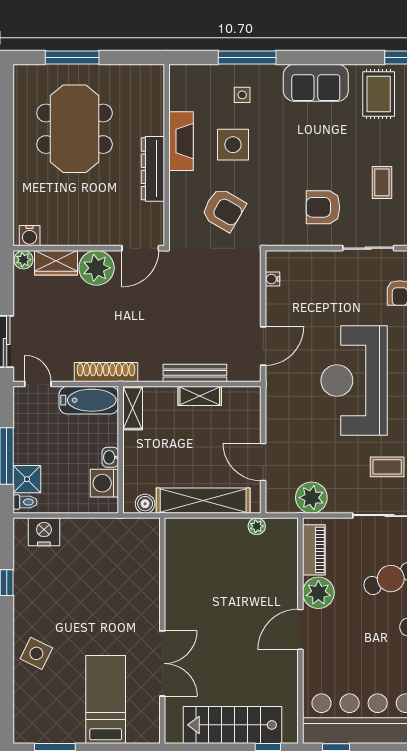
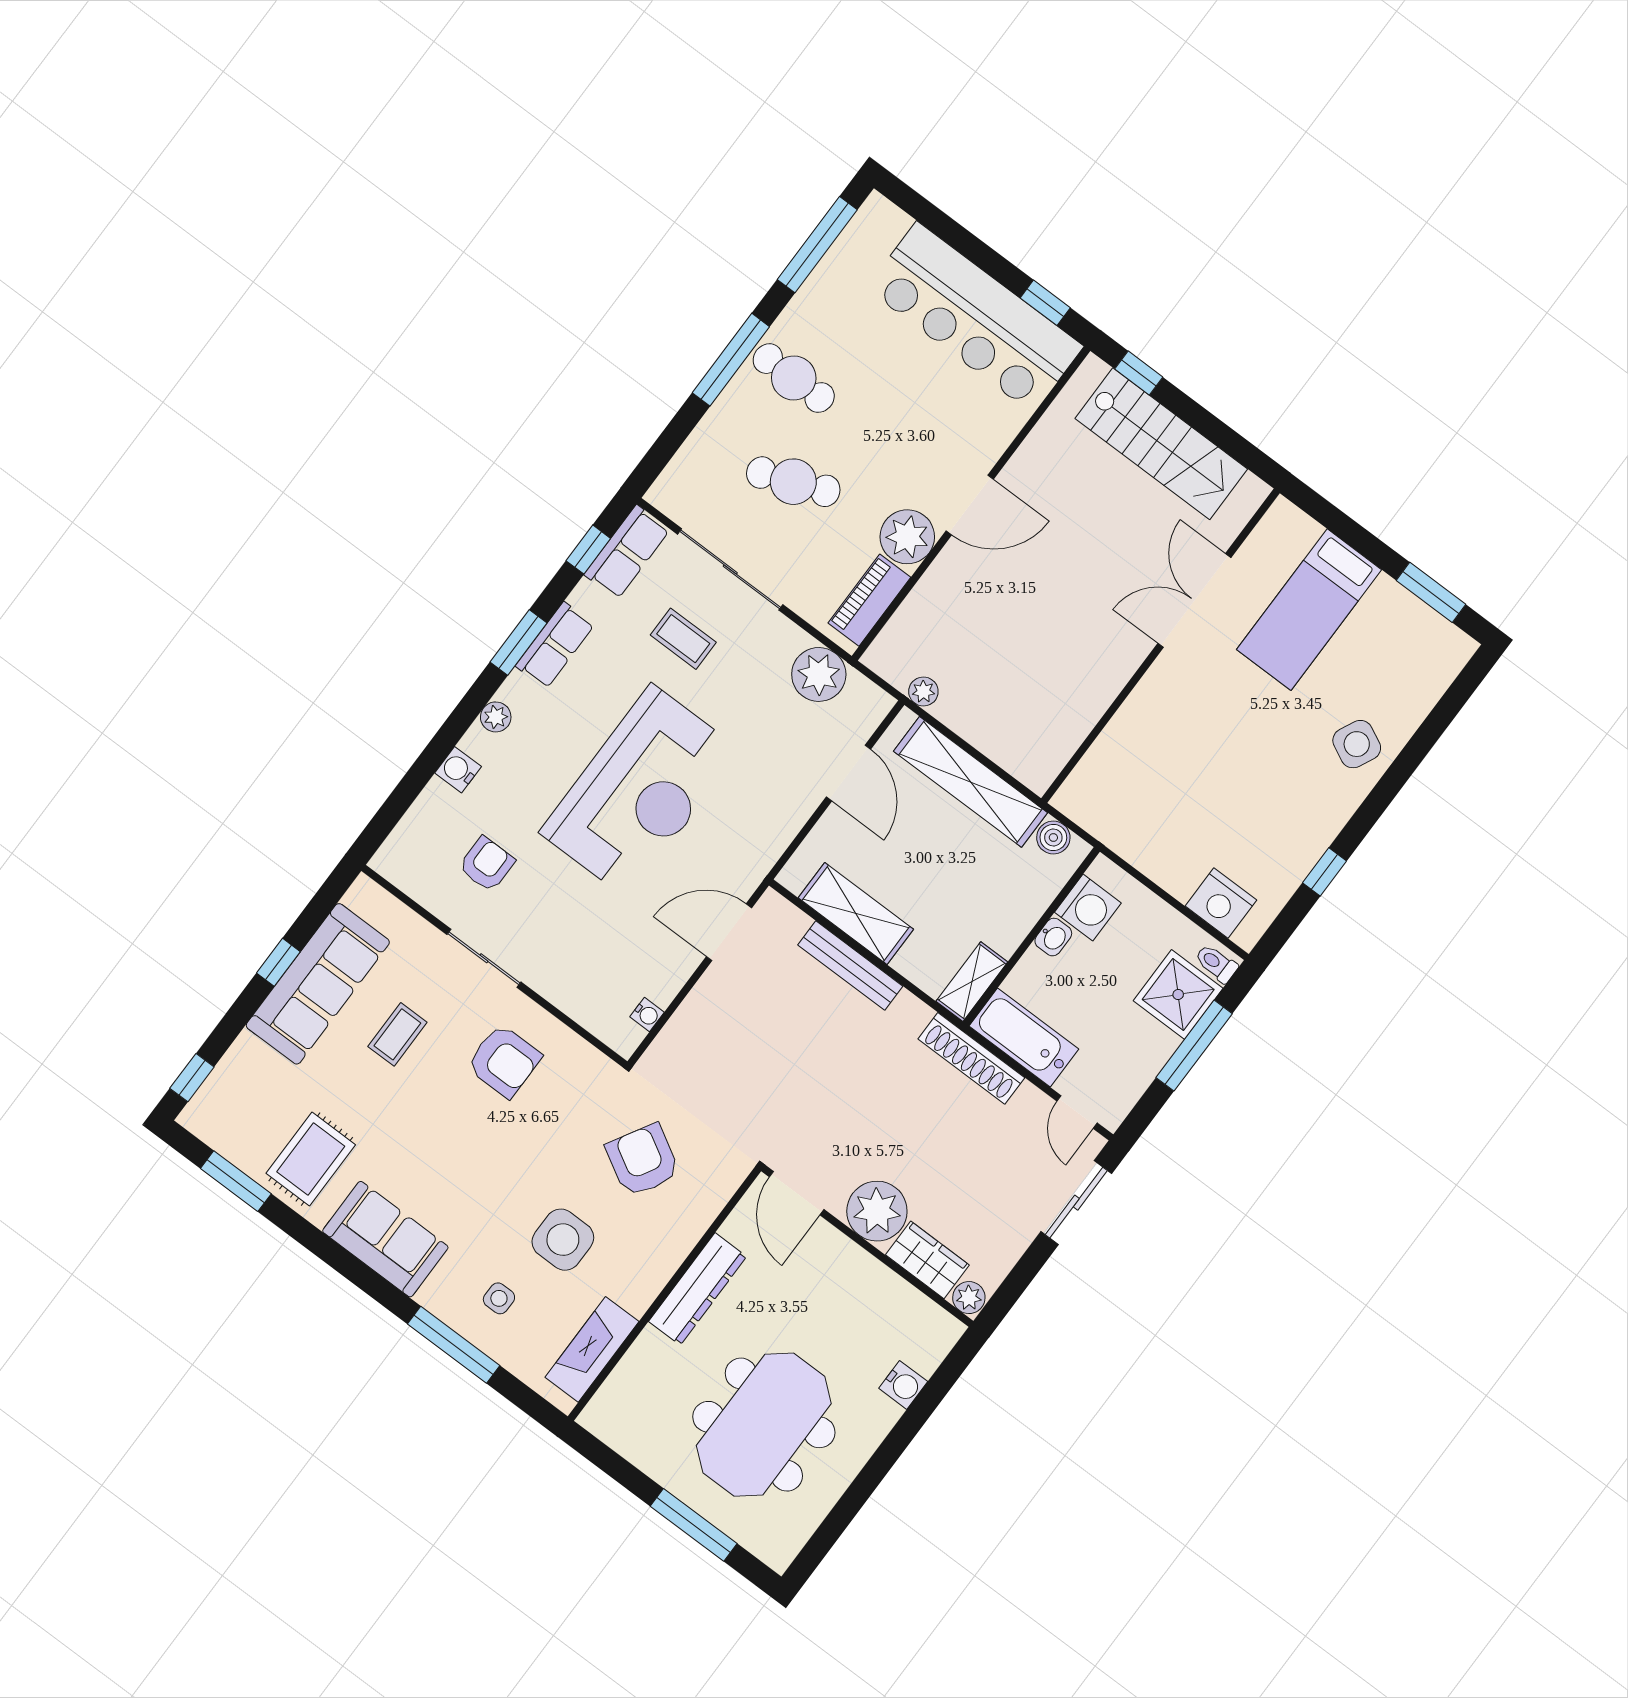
fireplace: (181, 141) -> (592, 1349), moved
water cooler: (30, 236) -> (903, 1385), moved, turned 90
door: (140, 248) -> (797, 1193), swing flipped
shelving: (200, 396) -> (856, 914), width x1.50, depth x1.33
shower: (27, 479) -> (1178, 994), width x1.36, depth x1.36

